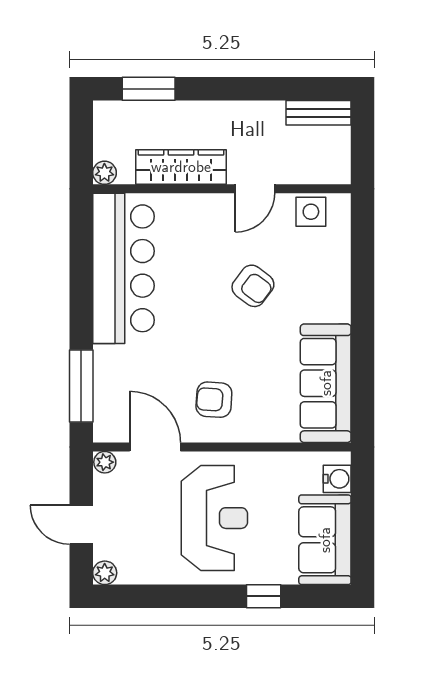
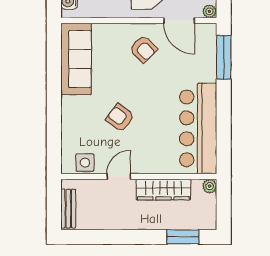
bench: (319, 113) -> (68, 209), moved, turned 90
armchair: (214, 400) -> (144, 49), turned 41

